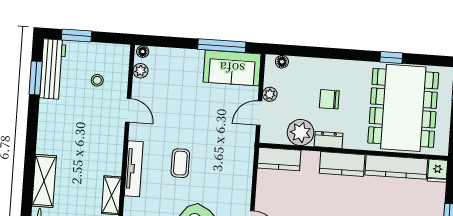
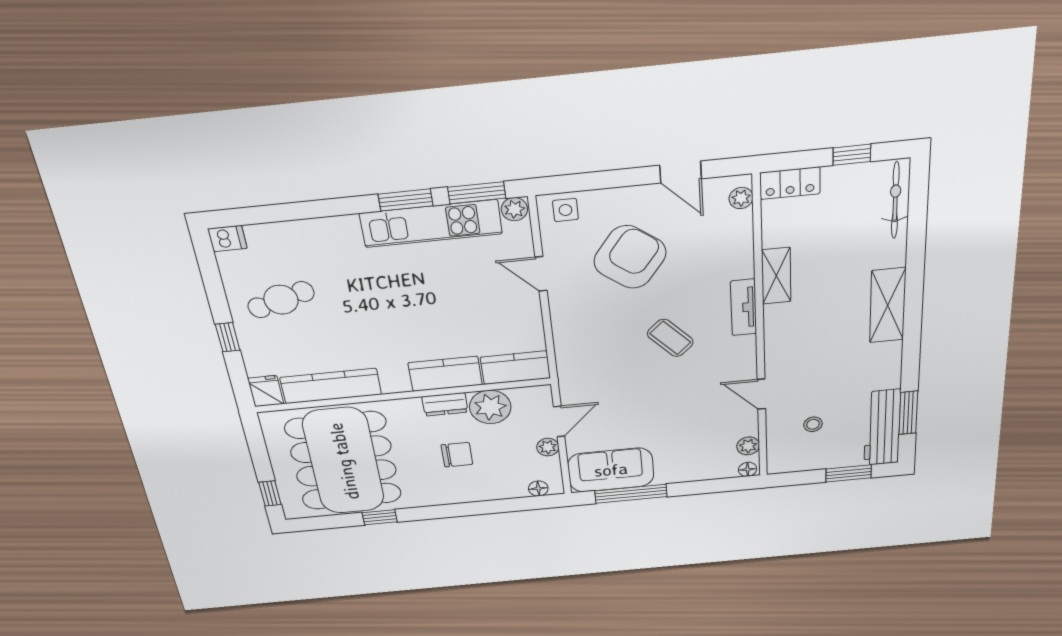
coffee table: (180, 163) -> (670, 338), turned -43
kitchen counter: (342, 164) -> (445, 374), moved
tv unit: (134, 169) -> (744, 307), width x0.71
shelving: (44, 181) -> (888, 305), moved

